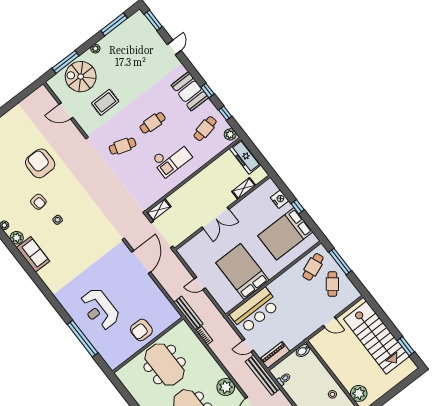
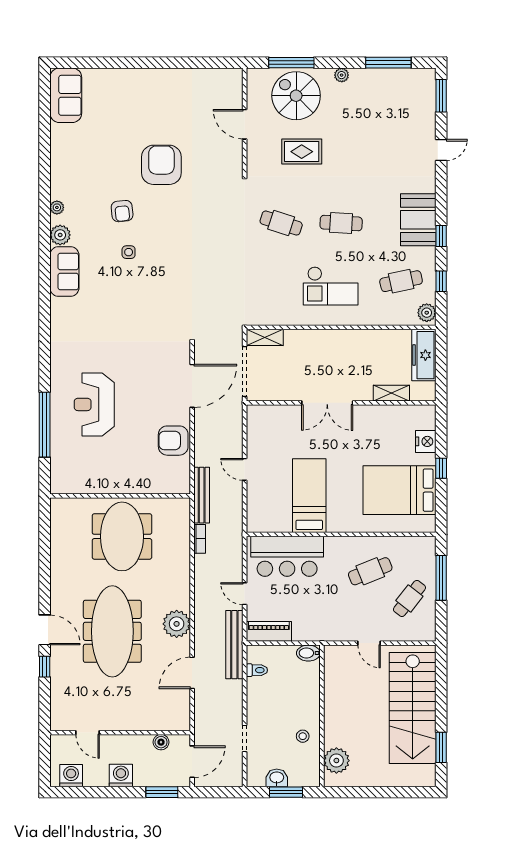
cafe table: (313, 267) -> (370, 571), moved
bed: (242, 272) -> (309, 496), width x0.67
armchair: (141, 330) -> (173, 441), moved

